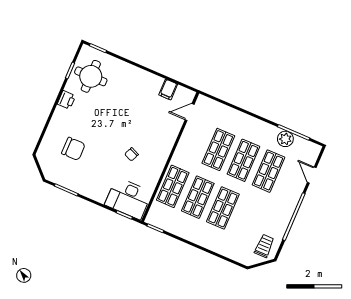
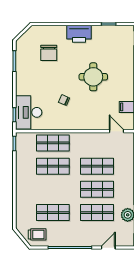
round table: (91, 76) -> (93, 77), moved
printer: (66, 100) -> (79, 34), width x1.87, depth x1.48
shop shelf: (223, 208) -> (53, 213), moved

